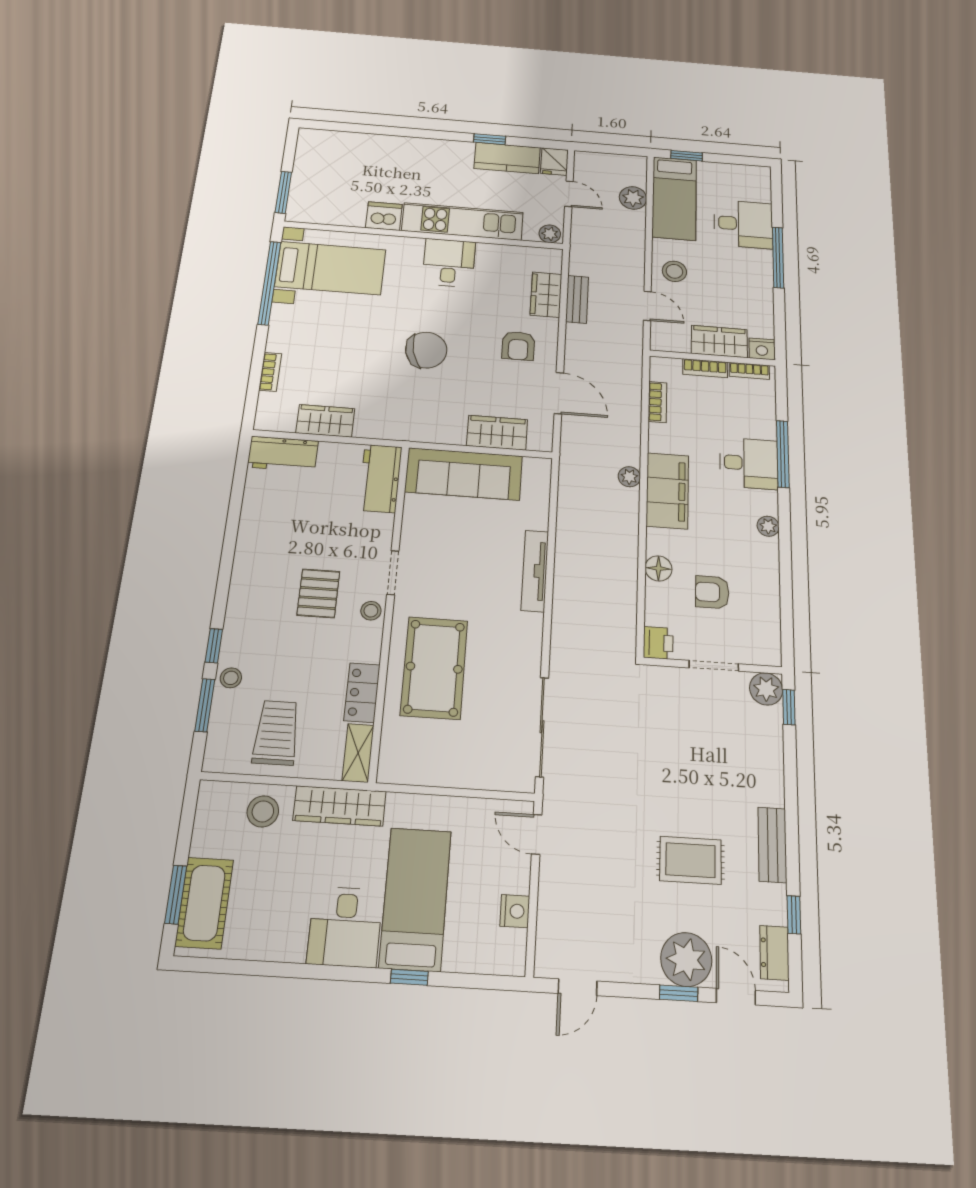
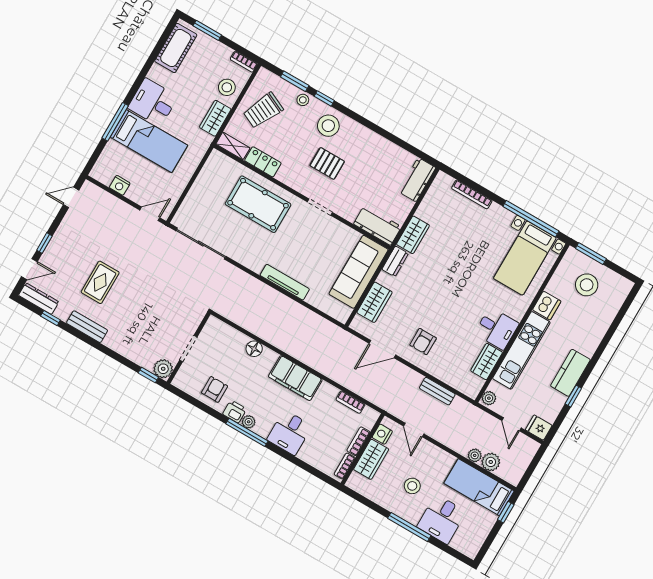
kitchen counter: (507, 158) -> (570, 373), moved
stool: (330, 181) -> (587, 285), added
door: (569, 194) -> (511, 424), hinge flipped
stool: (674, 271) -> (412, 486), moved
wardrobe: (546, 295) -> (487, 362), moved, turned -90
door: (647, 306) -> (414, 430), hinge flipped
armchair: (518, 346) -> (423, 341), turned -90
nightstand: (762, 349) -> (382, 434), moved
chair: (426, 350) -> (445, 288), removed
bookcase: (270, 372) -> (472, 194), width x1.56
wardrobe: (325, 421) -> (413, 235), moved
dresser: (422, 431) -> (395, 261), added
window: (783, 454) -> (247, 432), moved
plant: (629, 477) -> (475, 455), moved
armchair: (712, 592) -> (215, 389), moved
stool: (371, 611) -> (328, 126), moved, width x1.89, depth x1.89
printer: (658, 643) -> (235, 411), moved, turned 180
trolley: (276, 733) -> (263, 110), turned 115
bookcase: (206, 805) -> (244, 62), added
wardrobe: (340, 806) -> (215, 118), width x0.67
cot: (204, 903) -> (176, 48), moved, turned 90
dresser: (774, 953) -> (39, 299), width x1.44
plant: (686, 959) -> (57, 255), removed
window: (409, 977) -> (115, 122), width x2.17
door: (578, 987) -> (71, 197), hinge flipped

